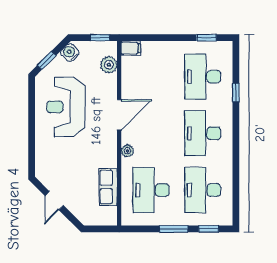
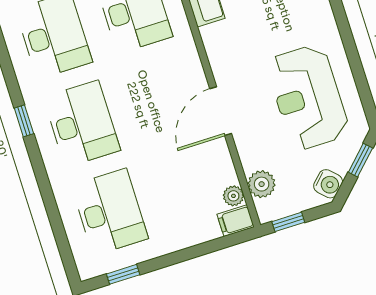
window: (236, 93) -> (24, 121), moved
reception desk: (66, 107) -> (308, 97), turned 180
plant: (127, 151) -> (233, 196), moved

